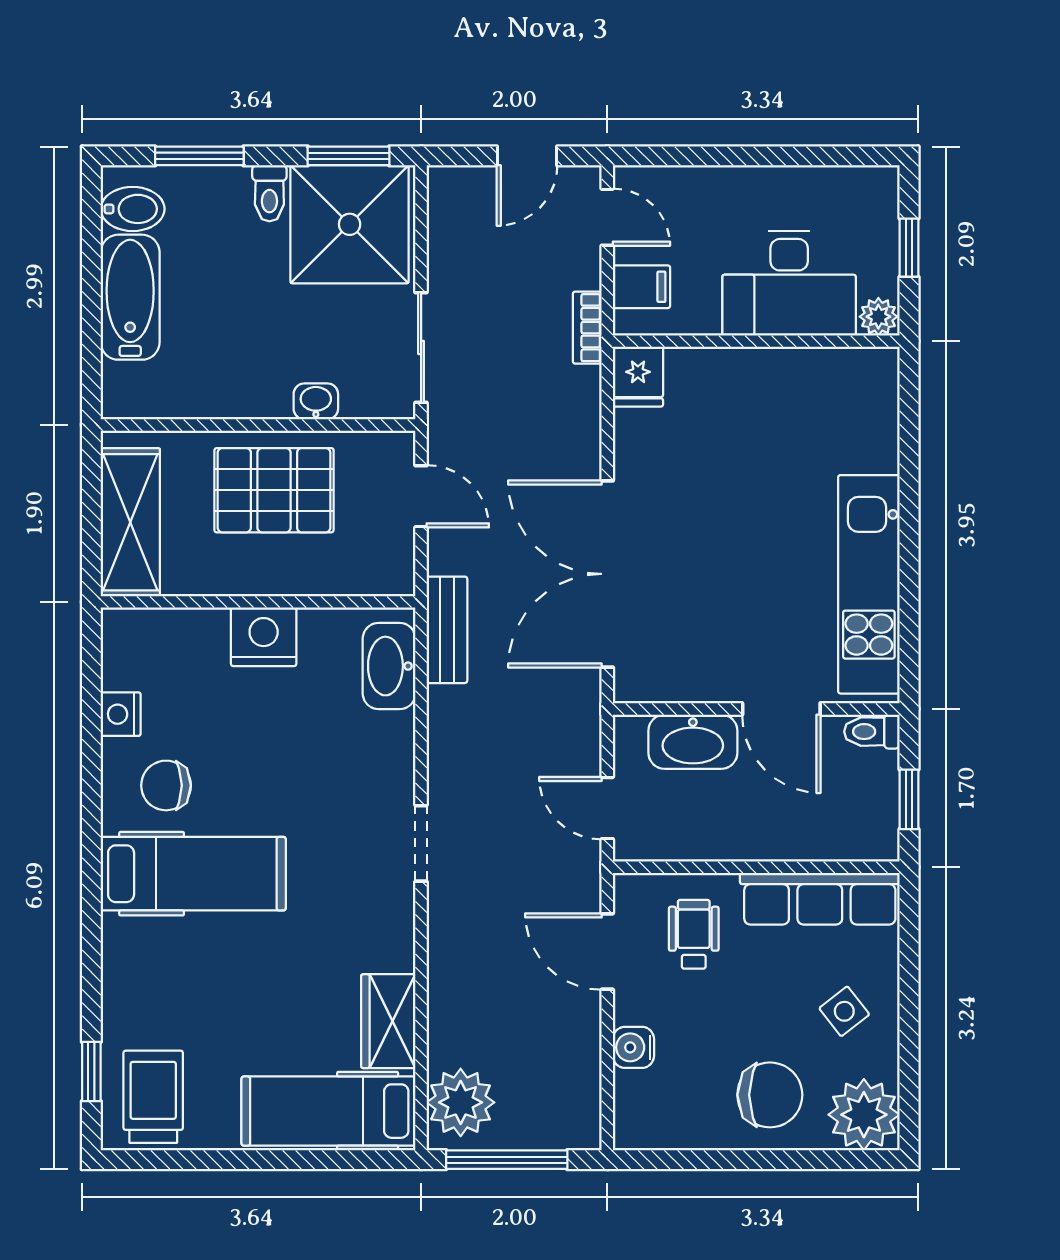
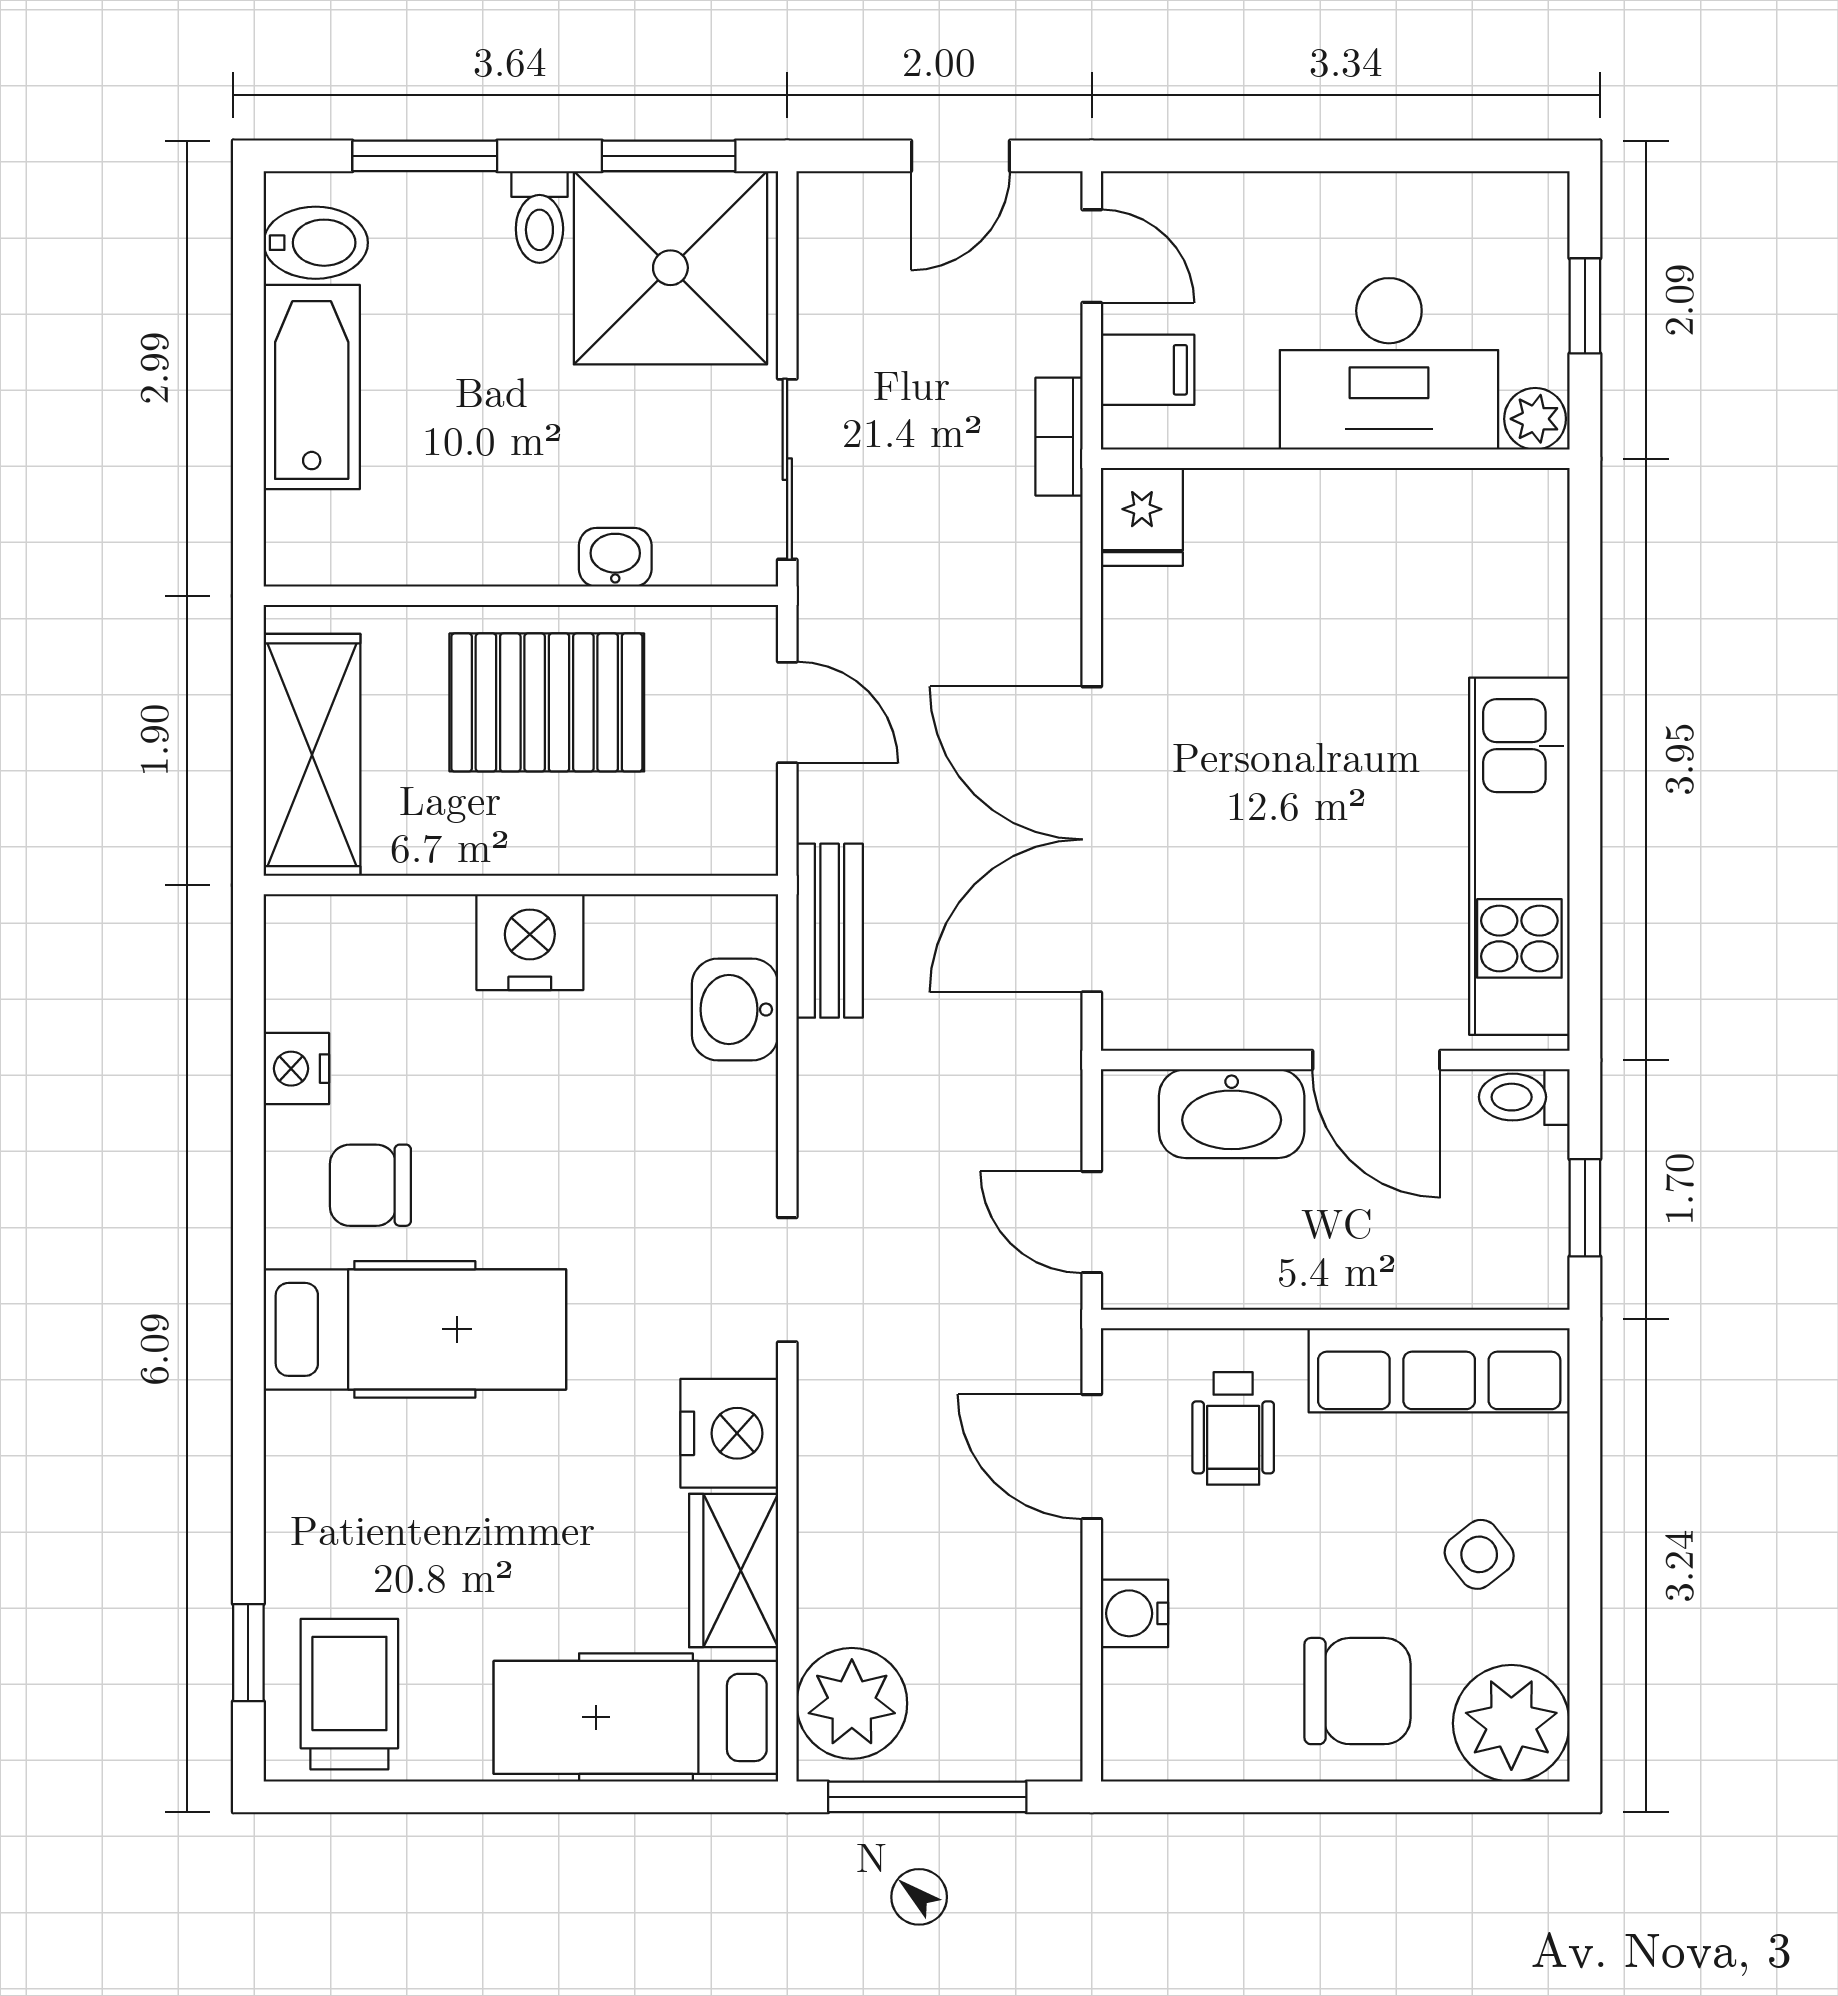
washbasin: (389, 666) -> (735, 1010), width x0.72
wheelchair: (694, 934) -> (1233, 1428), turned 180
nightstand: (386, 937) -> (729, 1433), added

